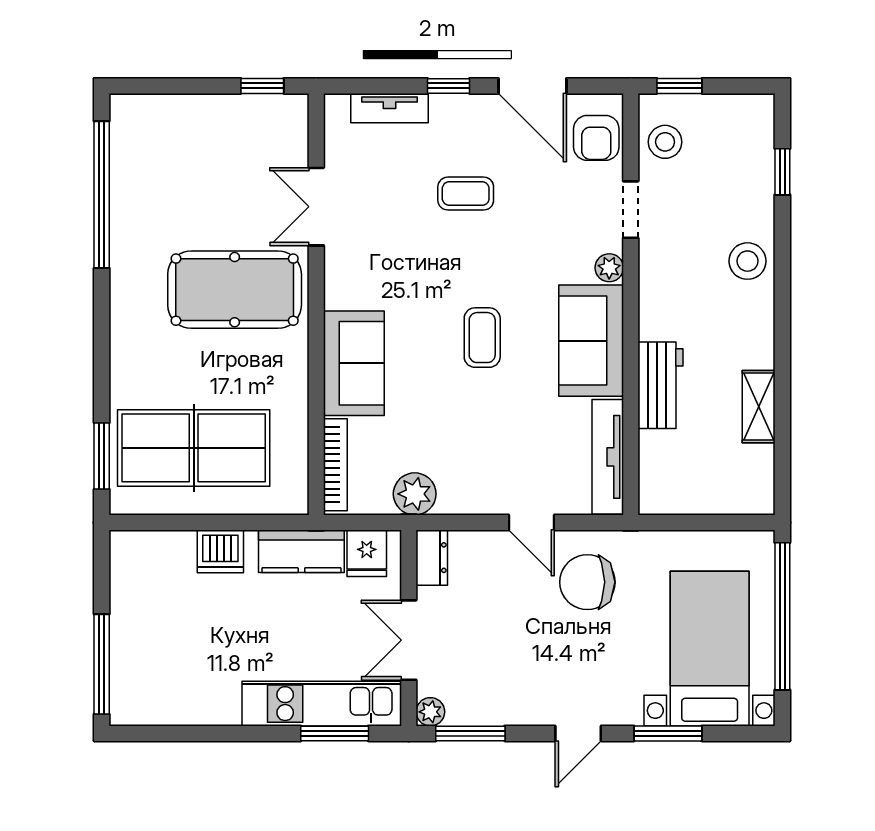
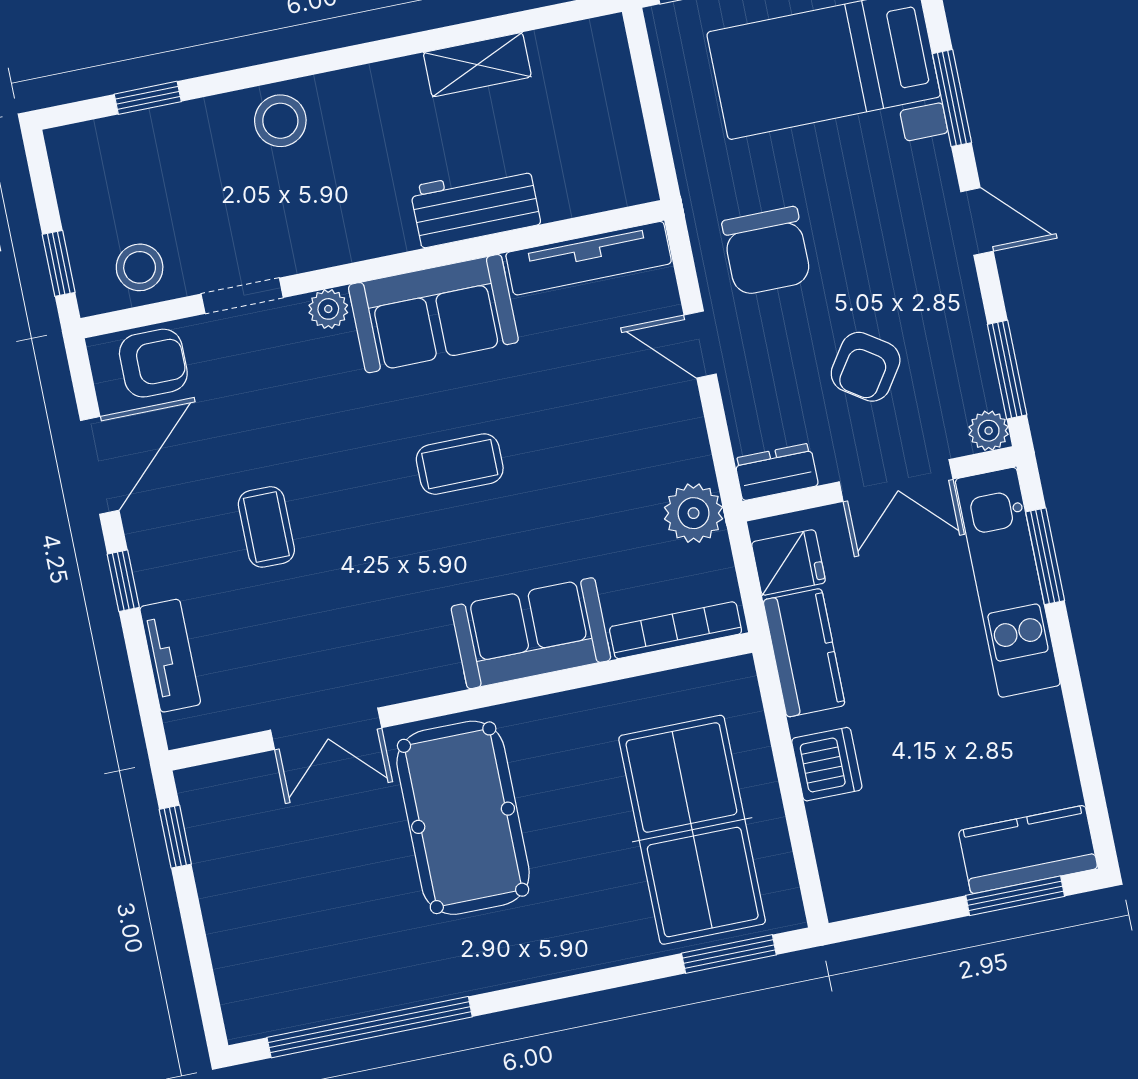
door: (531, 523) -> (700, 345), swing flipped
armchair: (492, 635) -> (866, 367), added
window: (102, 664) -> (1015, 896), width x0.69
kitchen counter: (132, 680) -> (1028, 850), added

